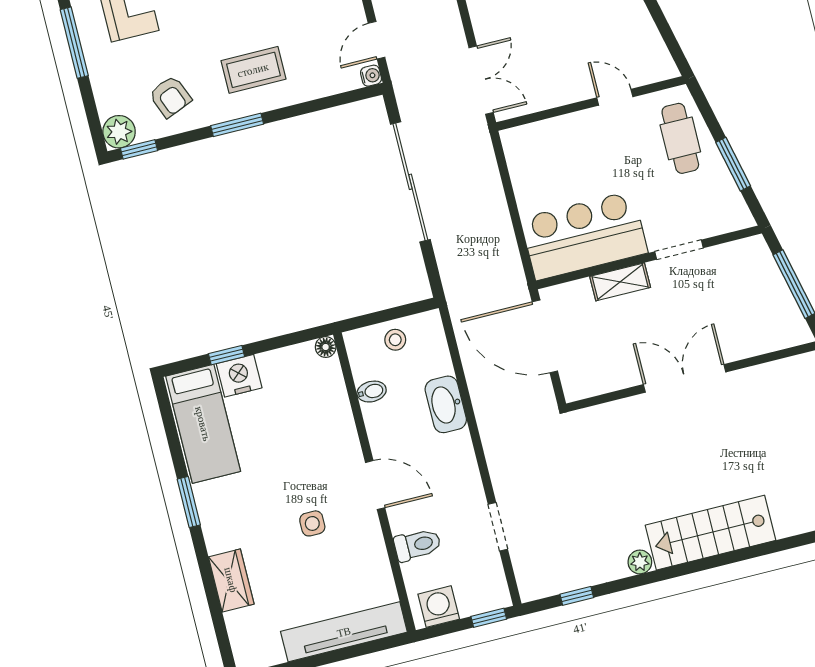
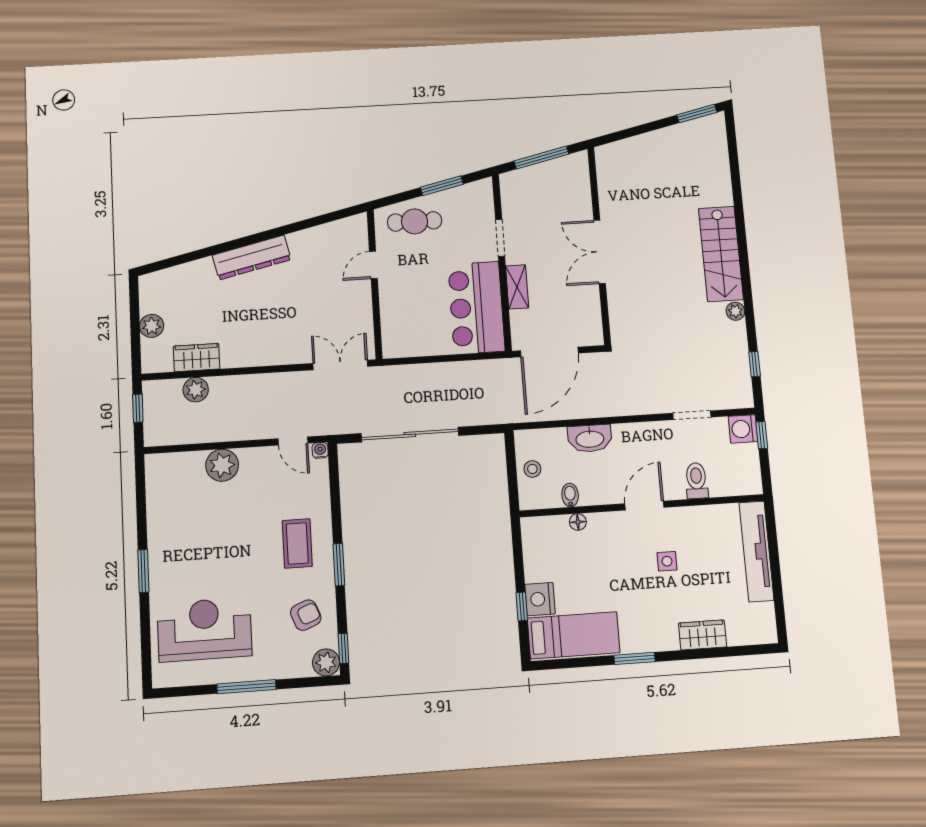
floor lamp: (326, 347) -> (578, 522), moved
washing machine: (439, 607) -> (743, 429), moved

